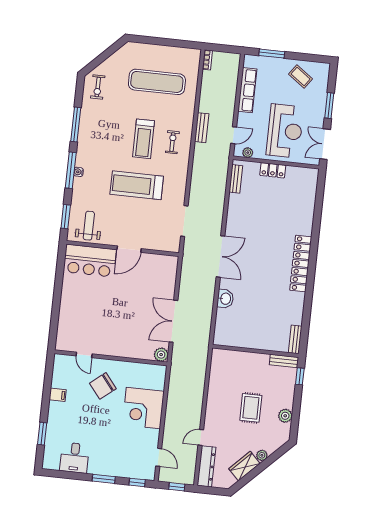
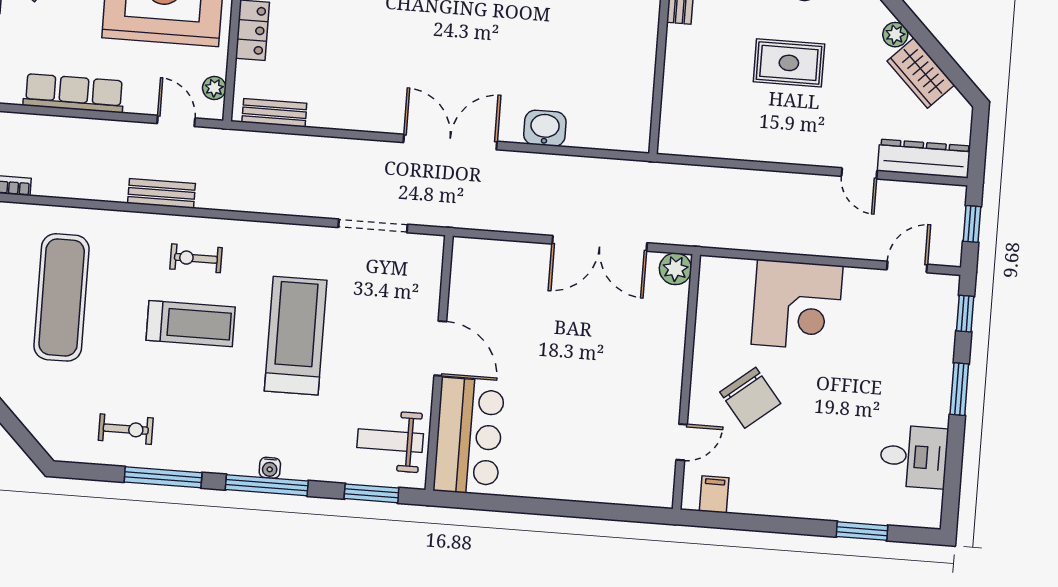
exercise bike: (98, 87) -> (126, 429), moved
treadmill: (137, 185) -> (296, 336), turned 180
filing cabinet: (58, 395) -> (714, 494), moved

